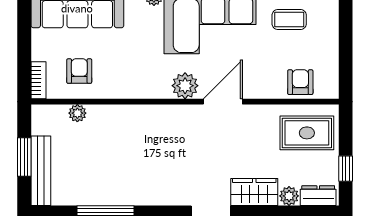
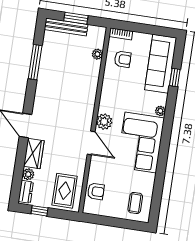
coffee table: (289, 20) -> (135, 203), moved

